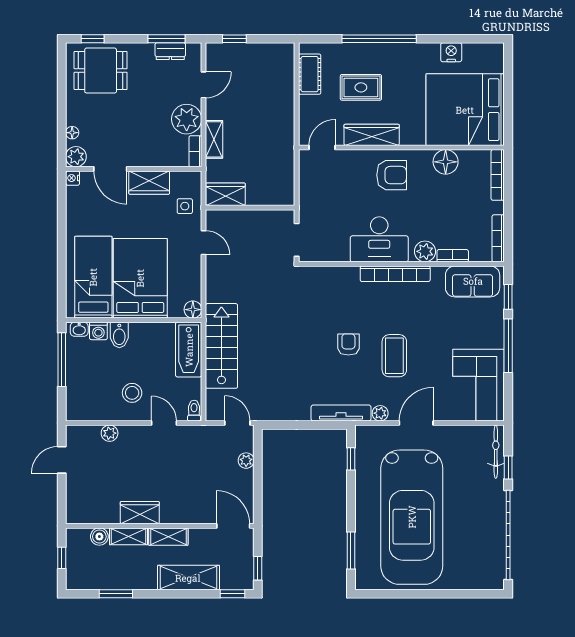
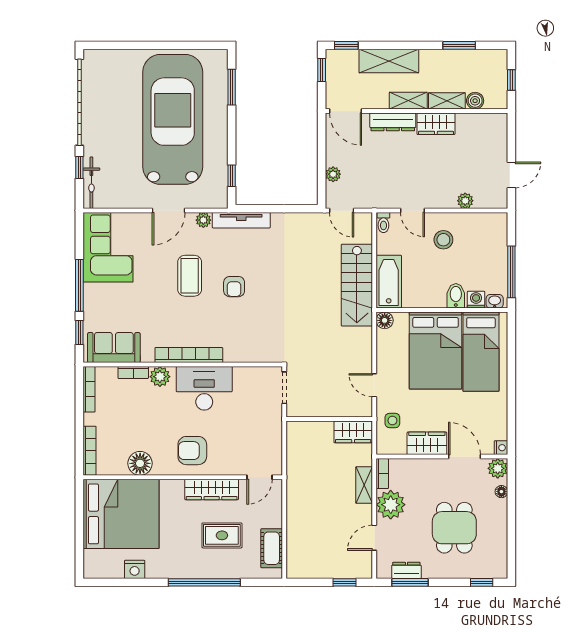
dining table: (101, 71) -> (454, 528), moved, turned 90
dresser: (184, 515) -> (393, 122), added

